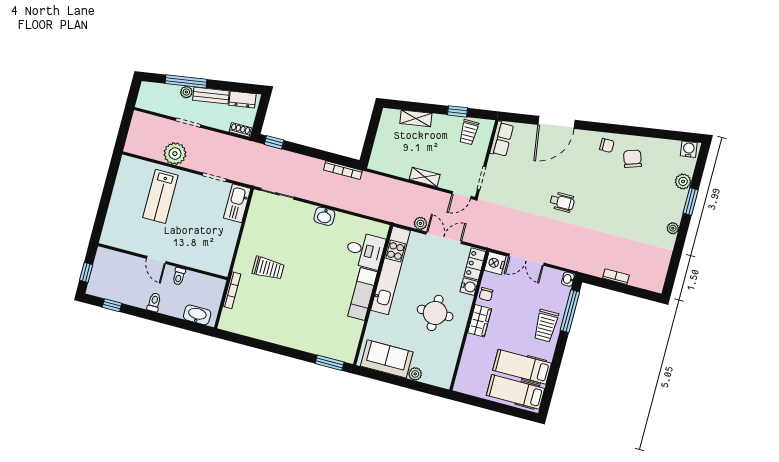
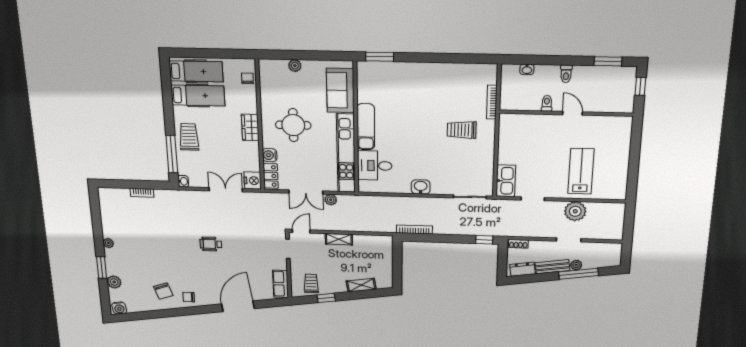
chair: (486, 294) -> (247, 78), moved
window: (112, 305) -> (608, 61), width x1.50
washbasin: (197, 315) -> (527, 69), width x0.52, depth x0.69
sofa: (387, 359) -> (340, 90), moved, turned 90

